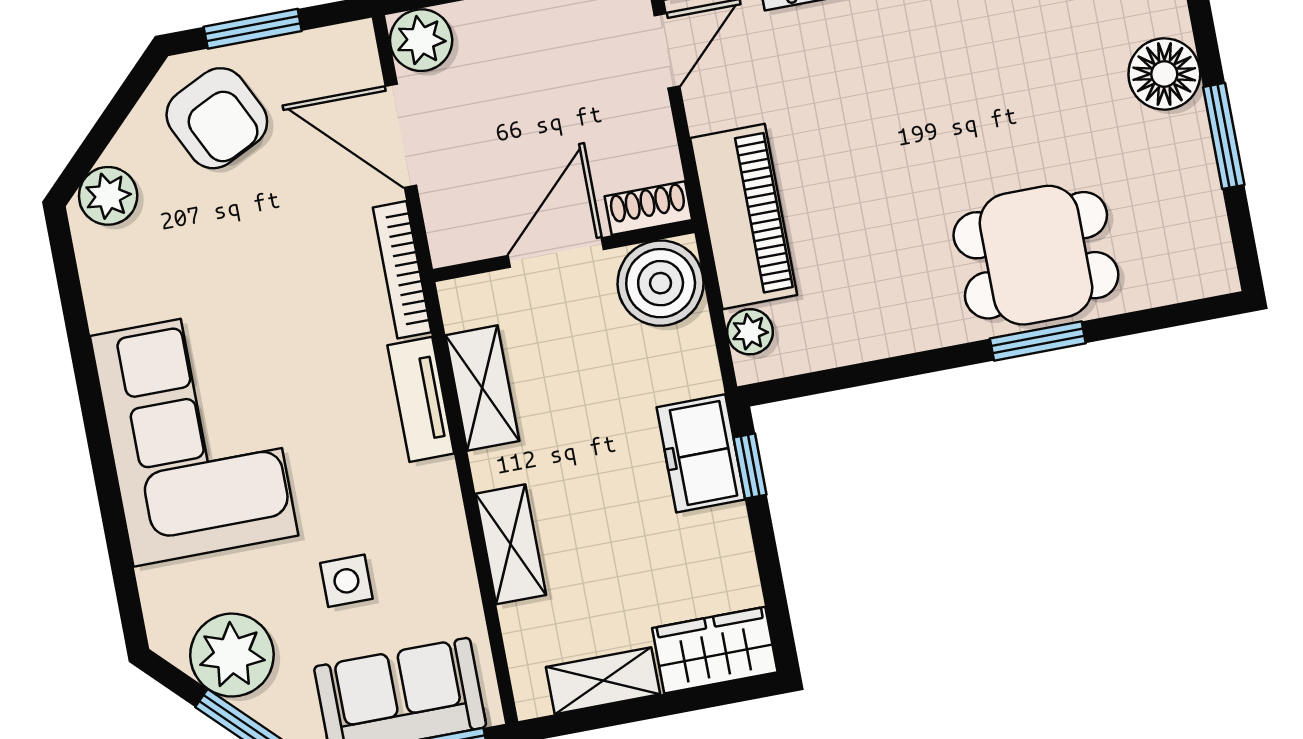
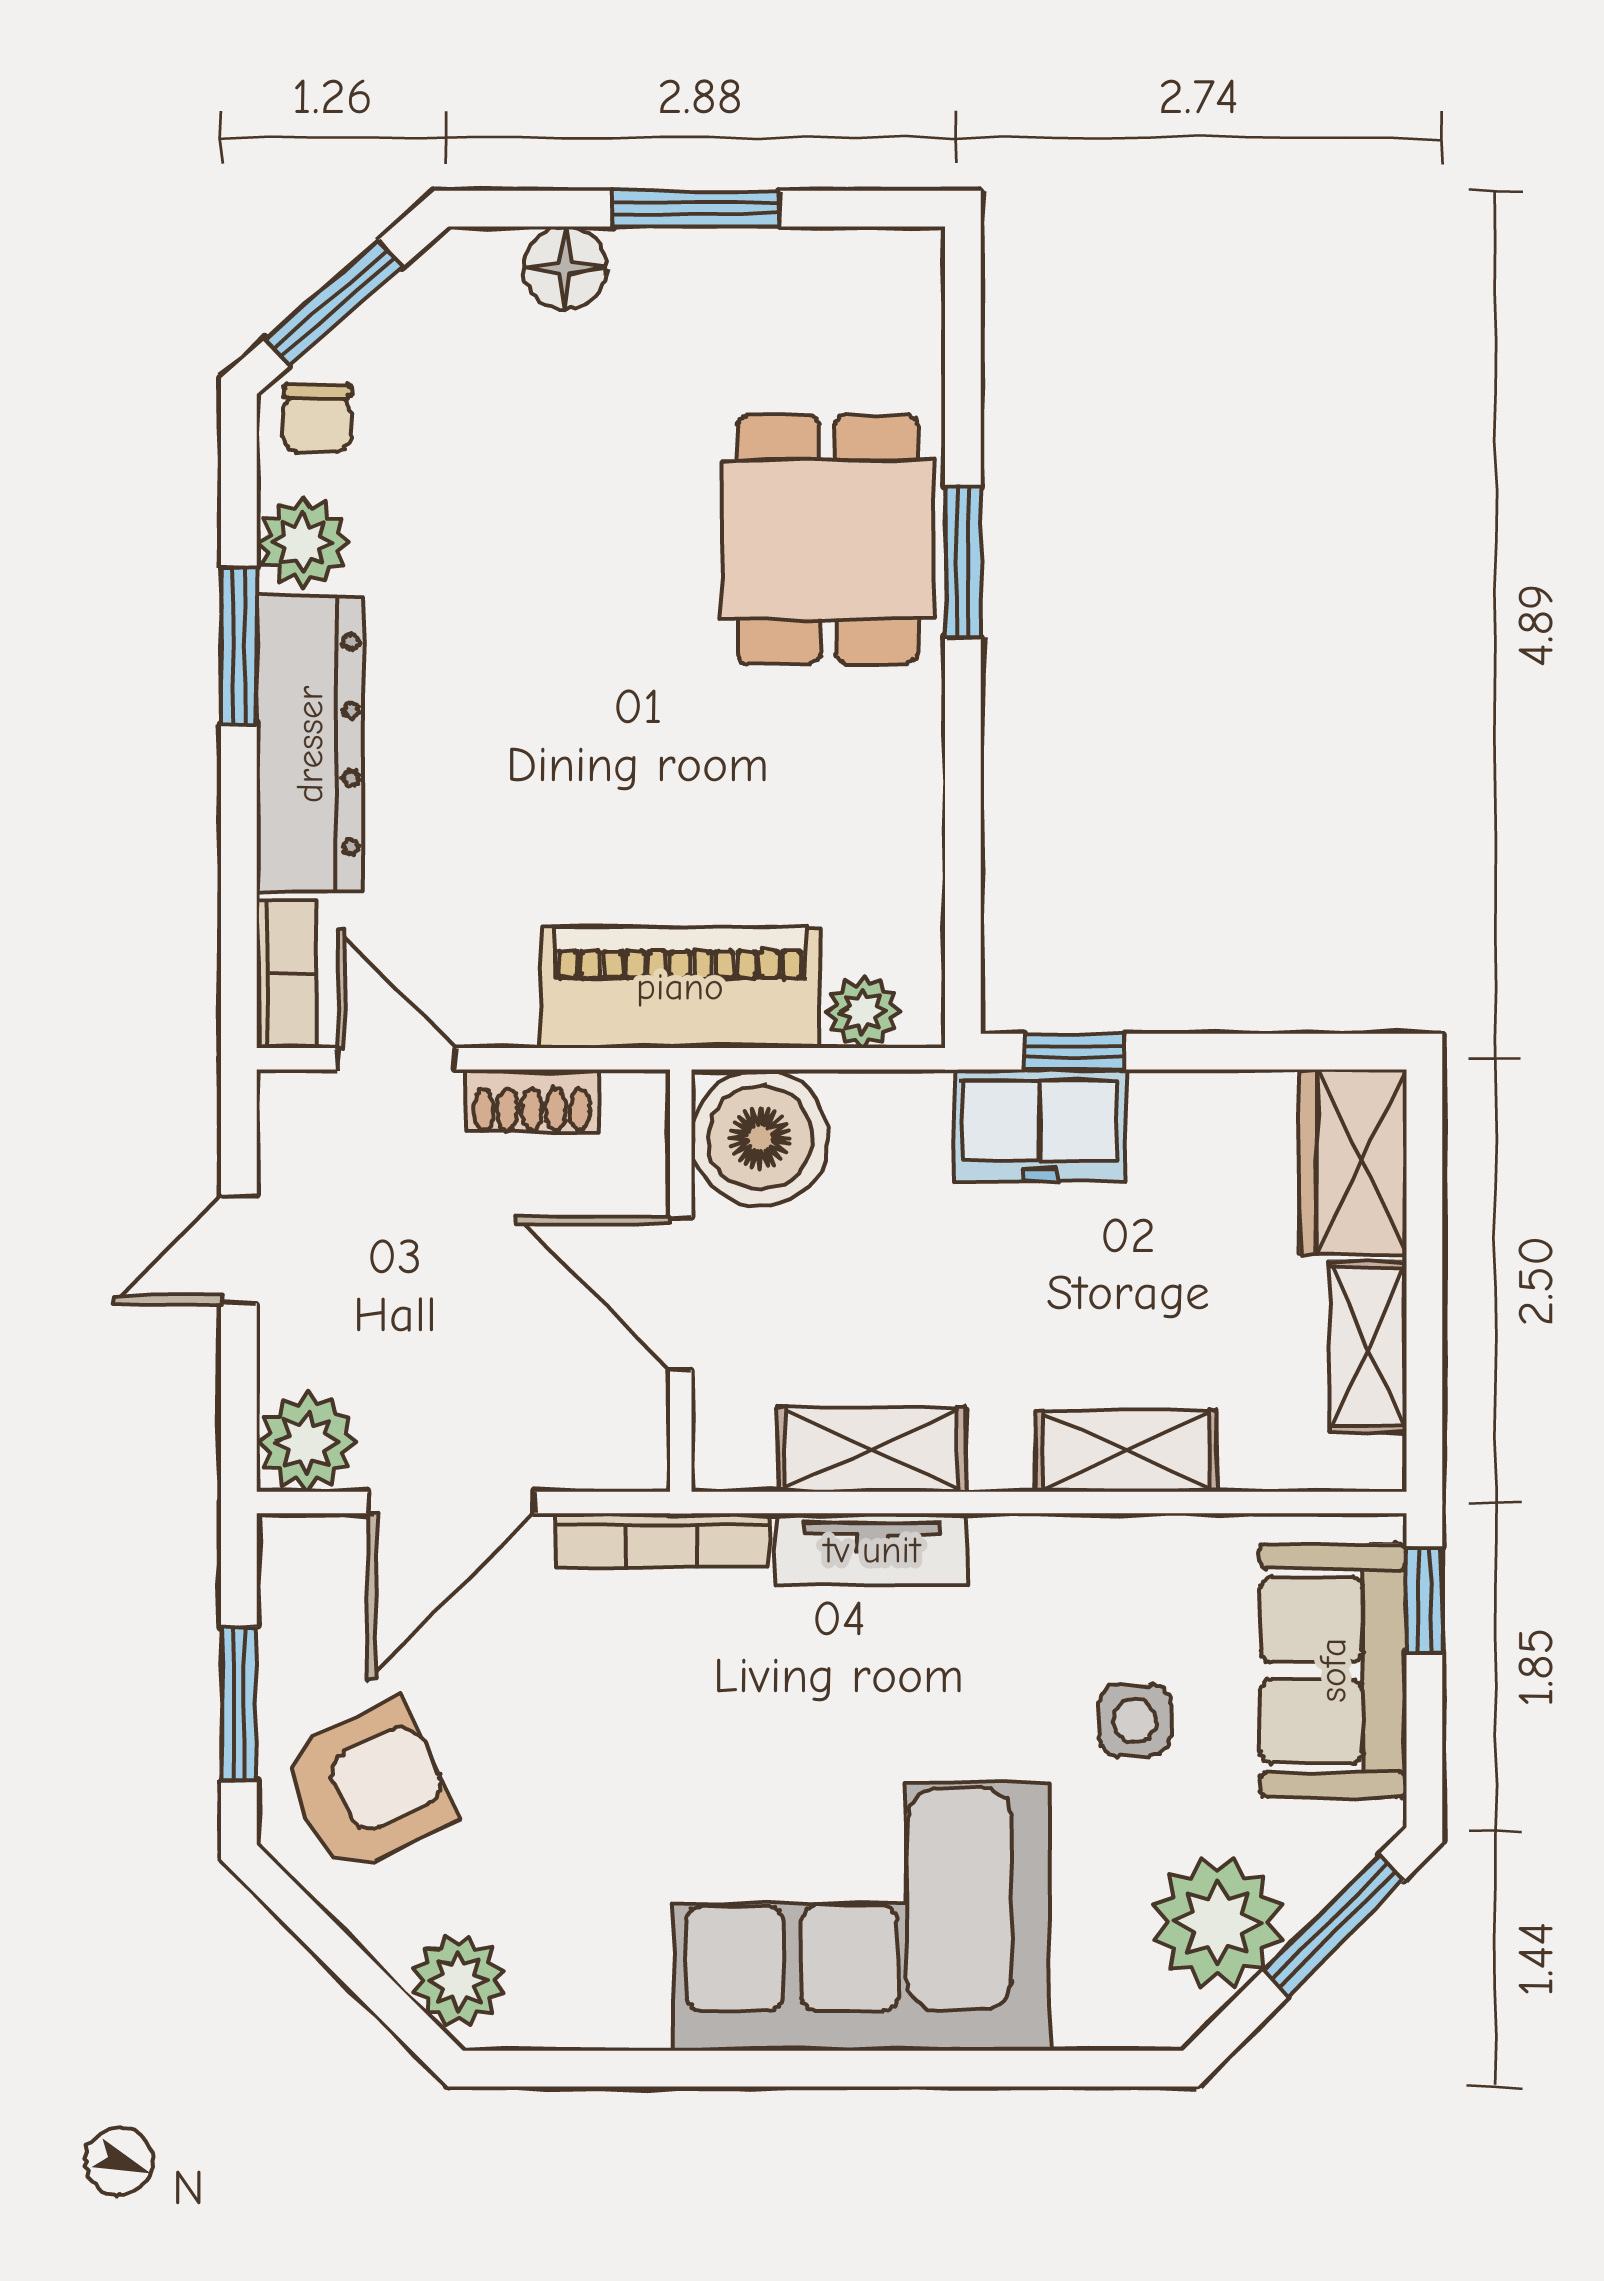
floor lamp: (1164, 74) -> (565, 268), width x0.73, depth x0.73
shoe rack: (648, 208) -> (532, 1101), moved, turned -90

